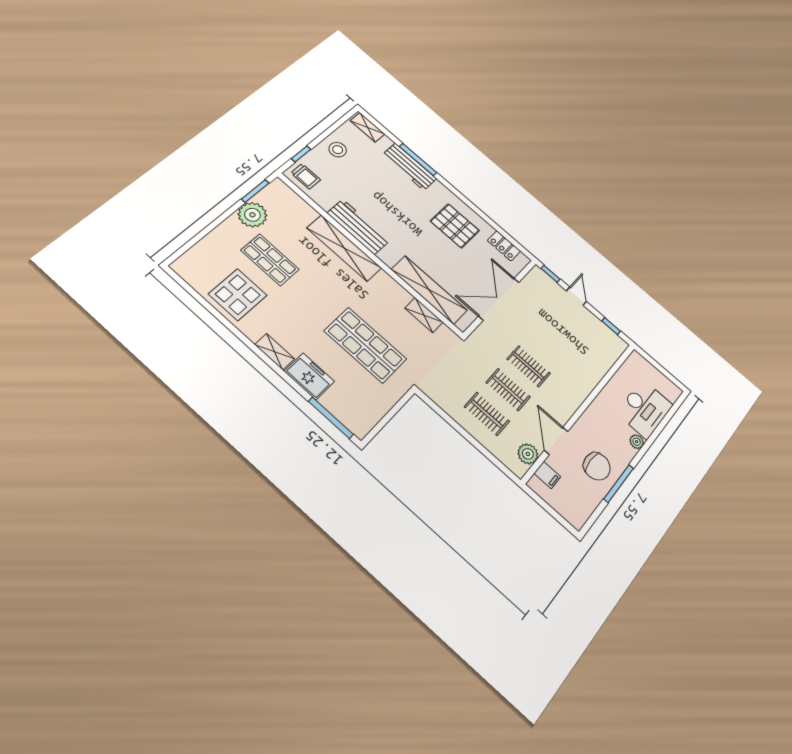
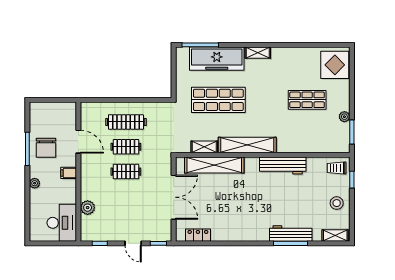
plant: (252, 215) -> (344, 117), width x0.53, depth x0.53
pallet: (455, 226) -> (234, 220), removed
shelving: (344, 248) -> (247, 145), moved
display table: (238, 295) -> (335, 65), moved
freezer: (309, 376) -> (217, 59), width x1.91, depth x1.26
desk: (645, 409) -> (62, 223), moved, turned 180
clothes rail: (487, 414) -> (126, 122), width x1.36
plant: (528, 454) -> (88, 208), moved
chair: (597, 466) -> (46, 148), turned -90
filing cabinet: (547, 475) -> (69, 173), moved

